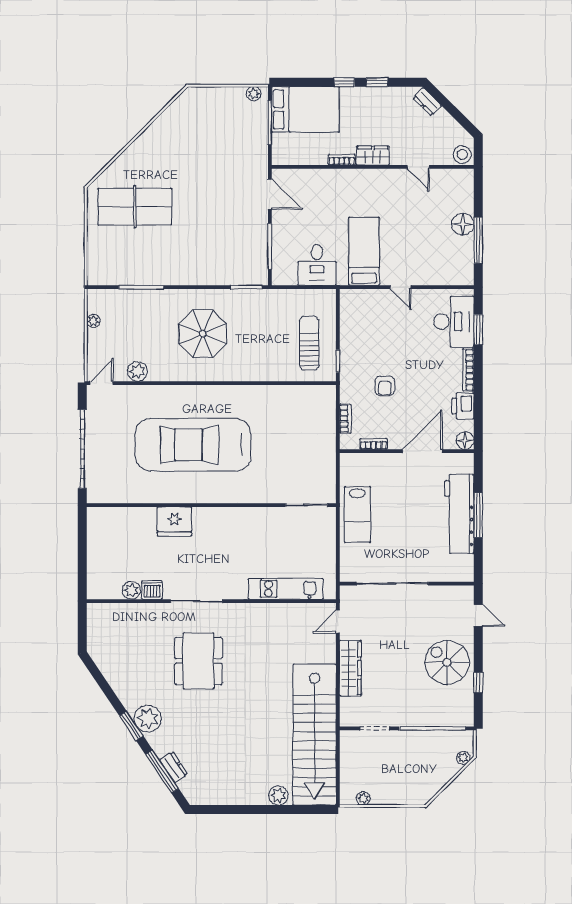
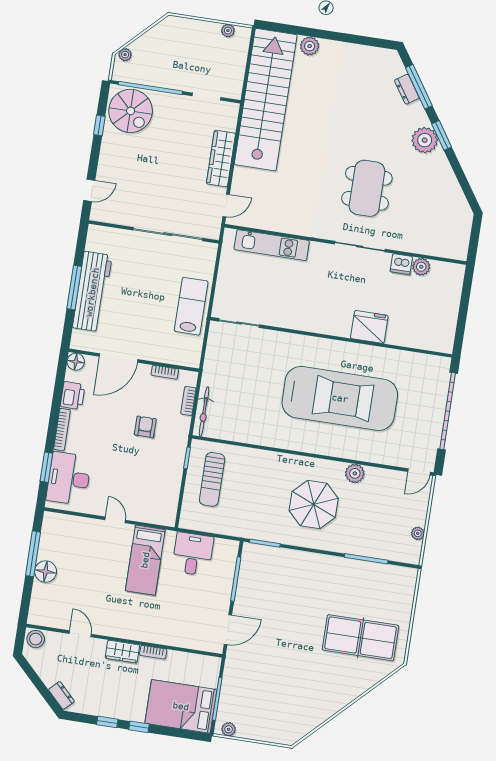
door: (270, 194) -> (228, 630), swing flipped
plant: (137, 371) -> (355, 473), moved
bicycle: (328, 410) -> (204, 411), added
door: (478, 616) -> (89, 190), swing flipped
spiral stairs: (447, 662) -> (131, 111), moved

